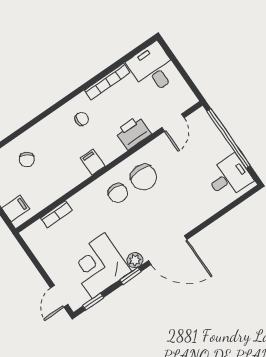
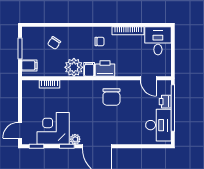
door: (173, 123) -> (148, 78), hinge flipped
printer: (133, 133) -> (105, 68), moved
printer: (214, 137) -> (165, 102), added
plant: (72, 173) -> (74, 67), added
desk: (229, 177) -> (158, 125), width x1.37
chair: (118, 193) -> (91, 96), removed

